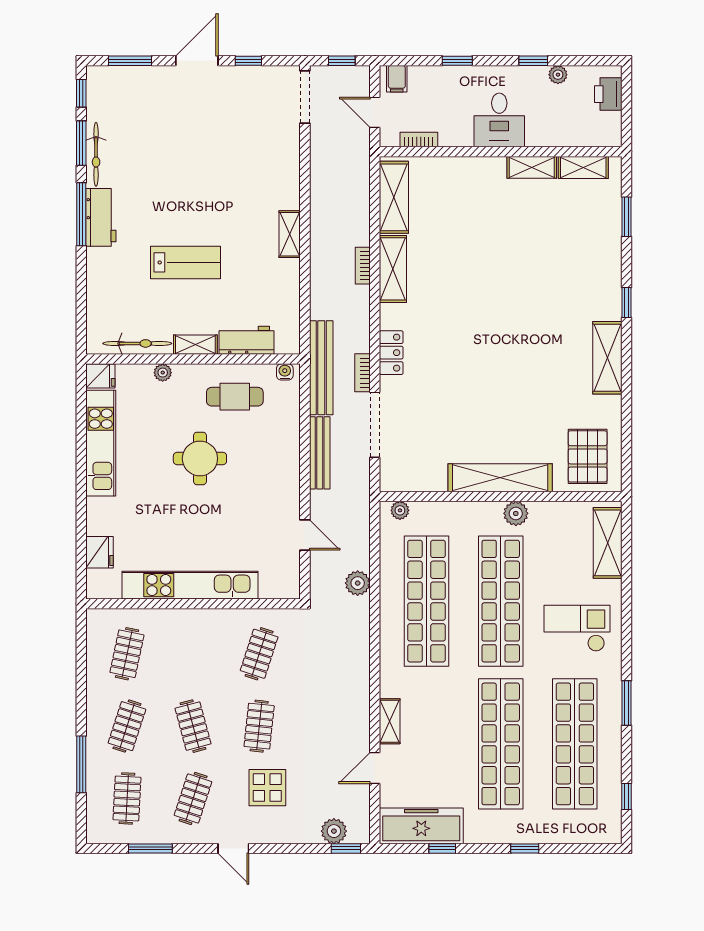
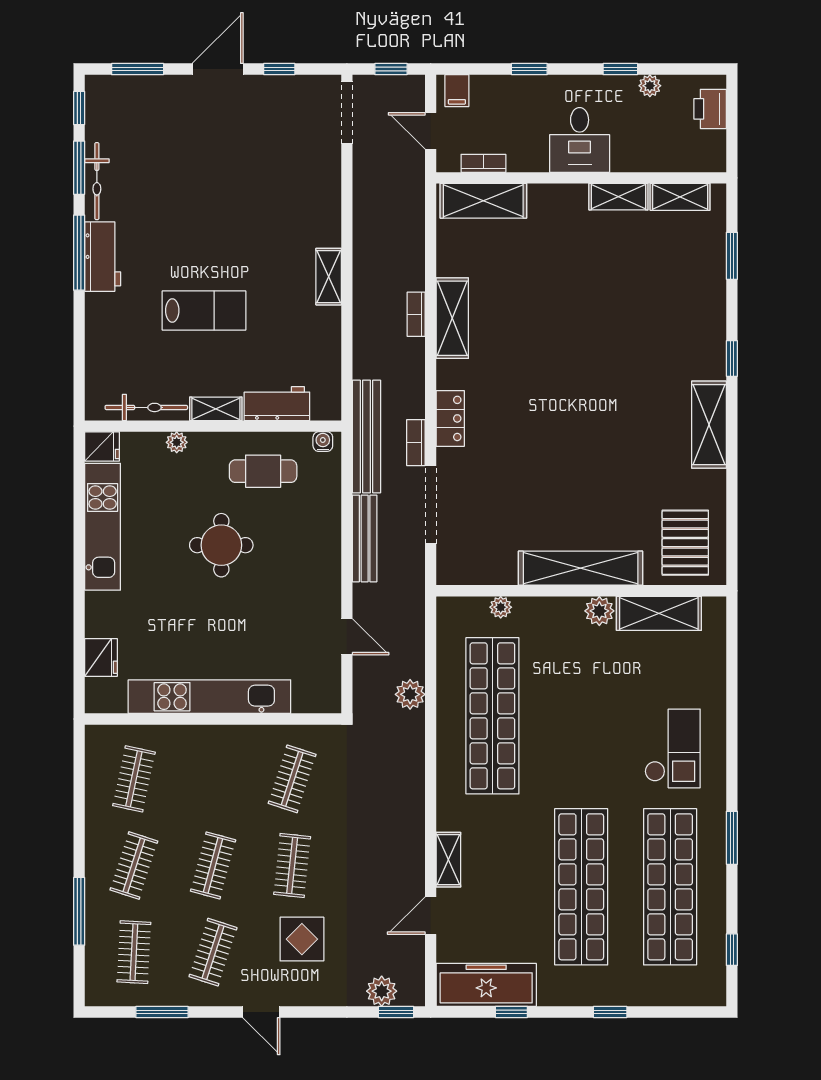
shelving: (394, 197) -> (483, 201), moved, turned 90
plant: (400, 510) -> (501, 607), moved
shelving: (608, 543) -> (659, 613), moved, turned 90
shop shelf: (501, 601) -> (581, 716), removed
checkout: (577, 628) -> (673, 748), turned 90
clothes rail: (193, 726) -> (213, 865), turned 30

